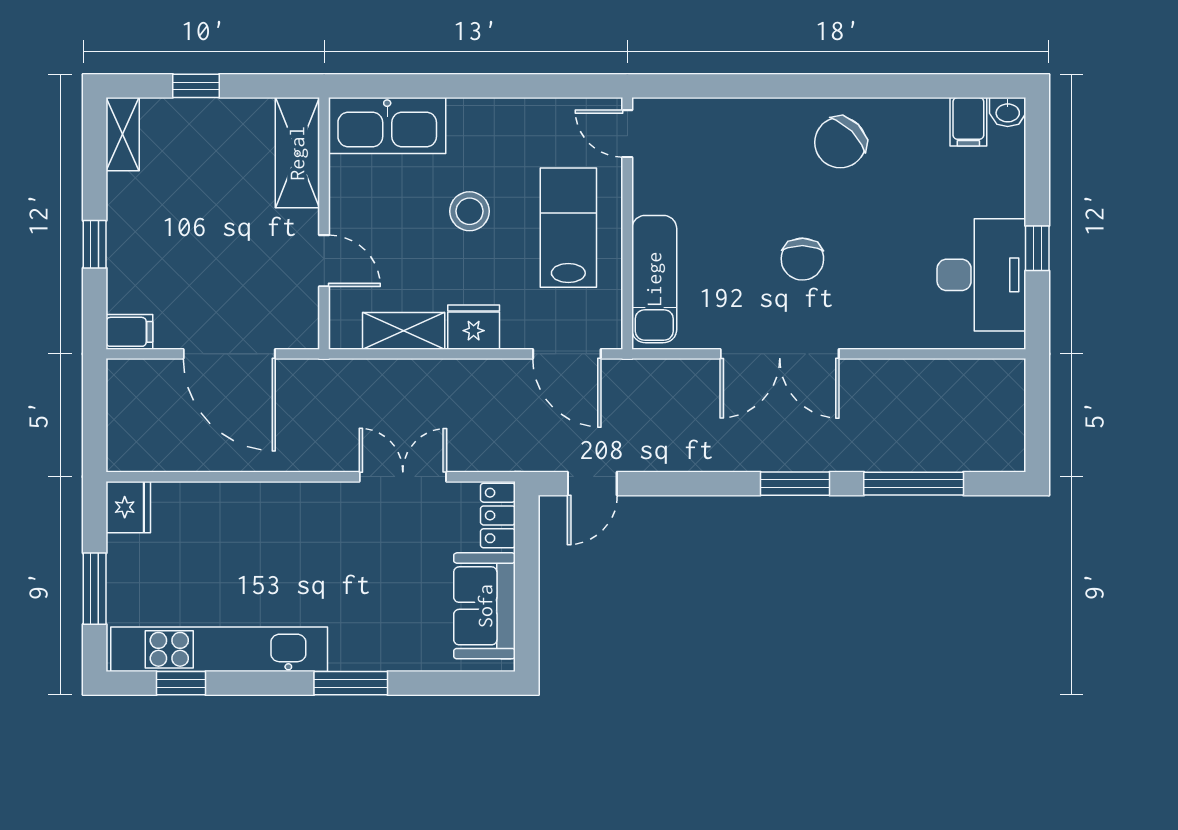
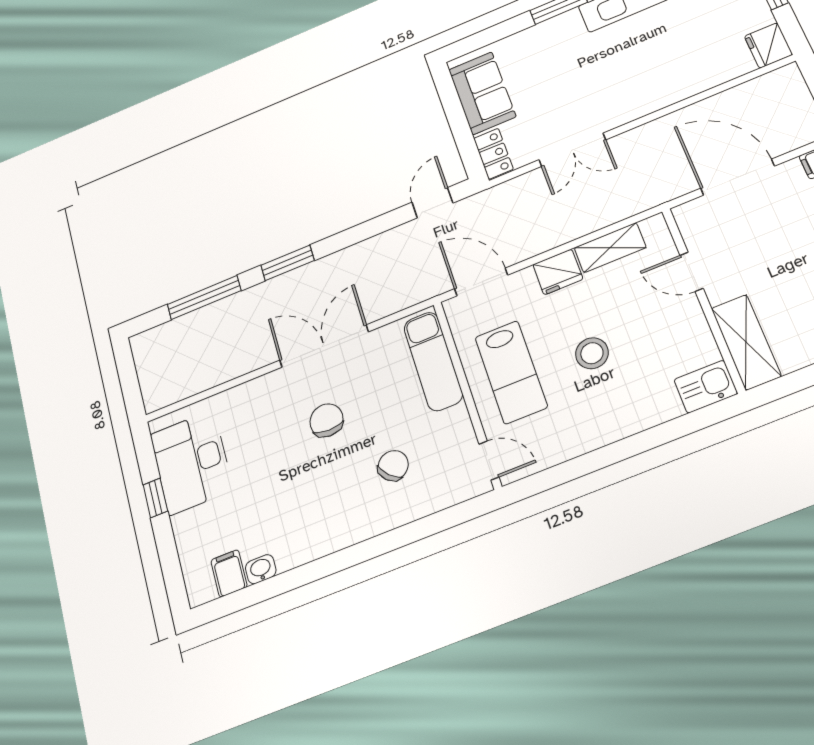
washbasin: (1008, 112) -> (261, 569), moved
kitchen sink: (387, 126) -> (706, 387), width x0.53, depth x0.81
chair: (840, 142) -> (393, 466), moved, width x0.73, depth x0.73

